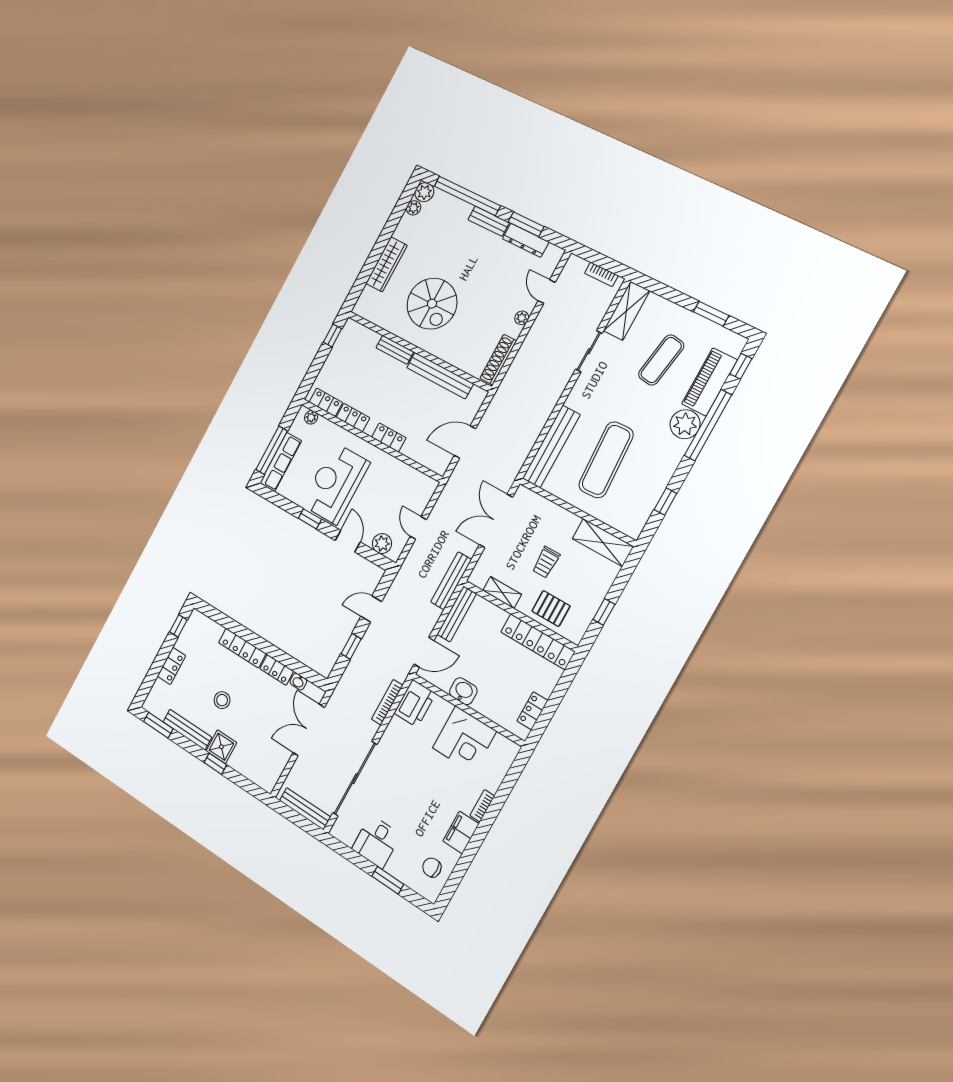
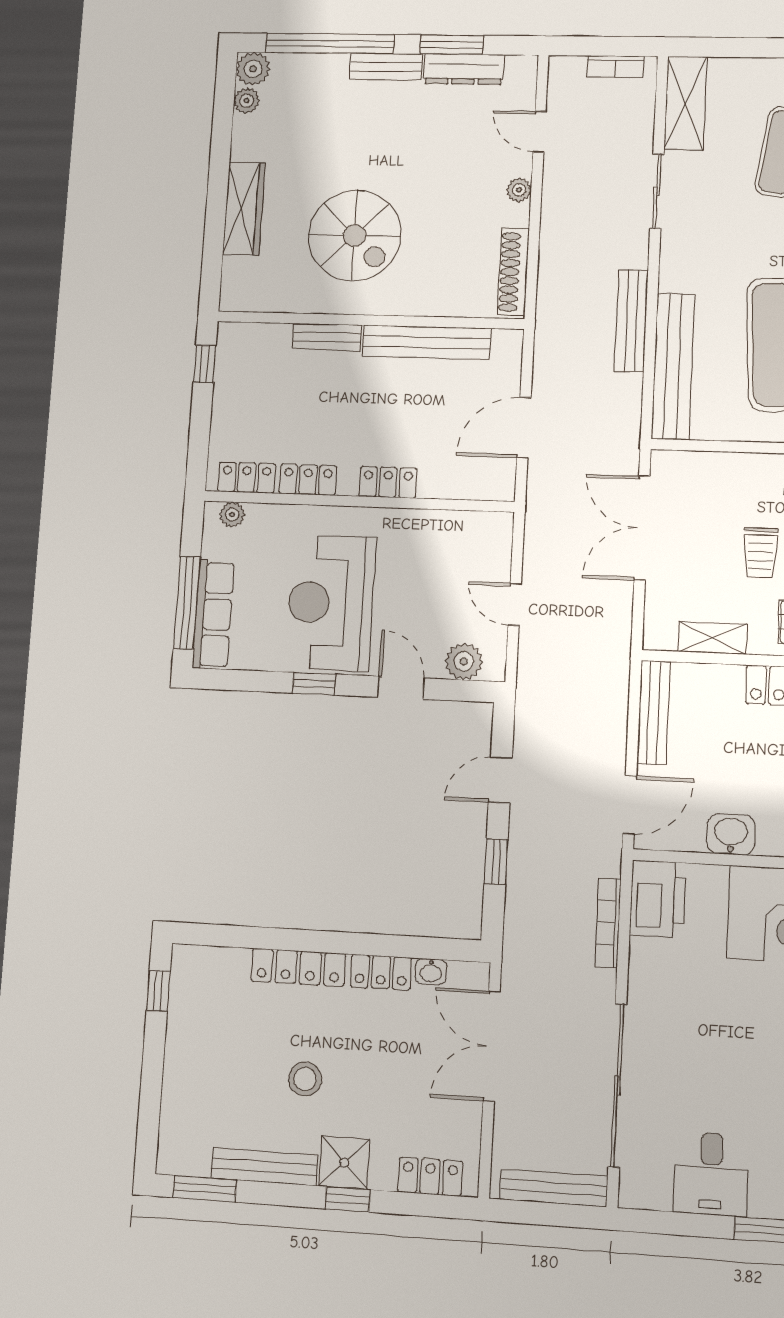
bench: (451, 581) -> (631, 321), moved
locker: (171, 666) -> (430, 1177), moved, turned -90

